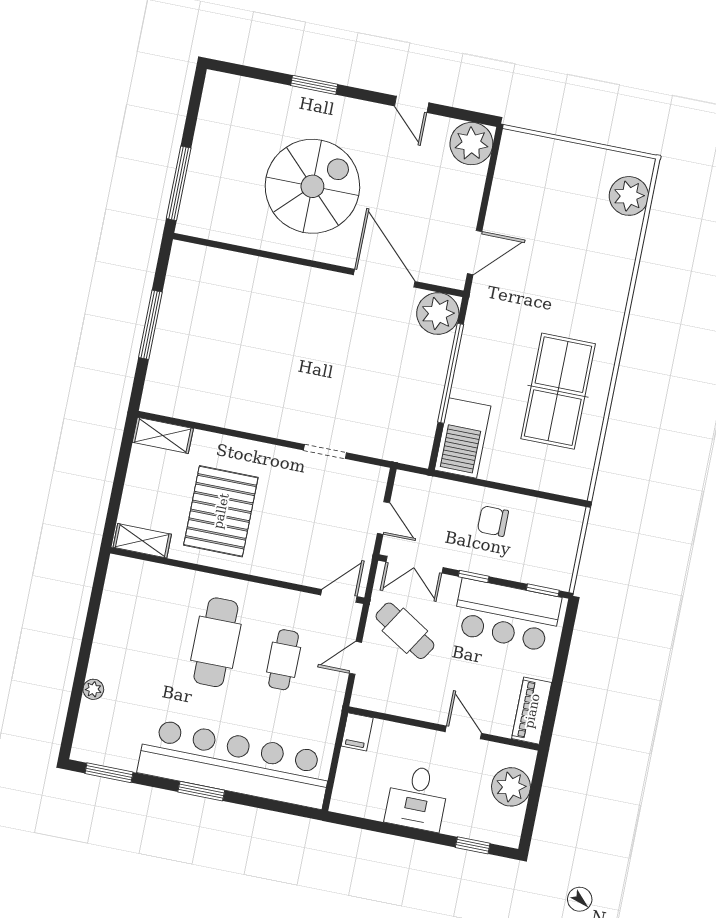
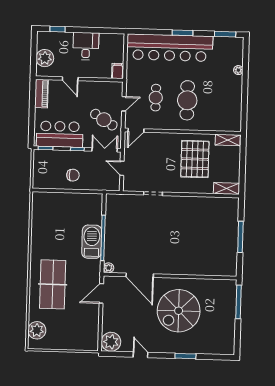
plant: (438, 313) -> (109, 268), width x0.53, depth x0.53
table tennis table: (558, 391) -> (53, 284), moved
barbecue: (463, 438) -> (92, 242), moved

